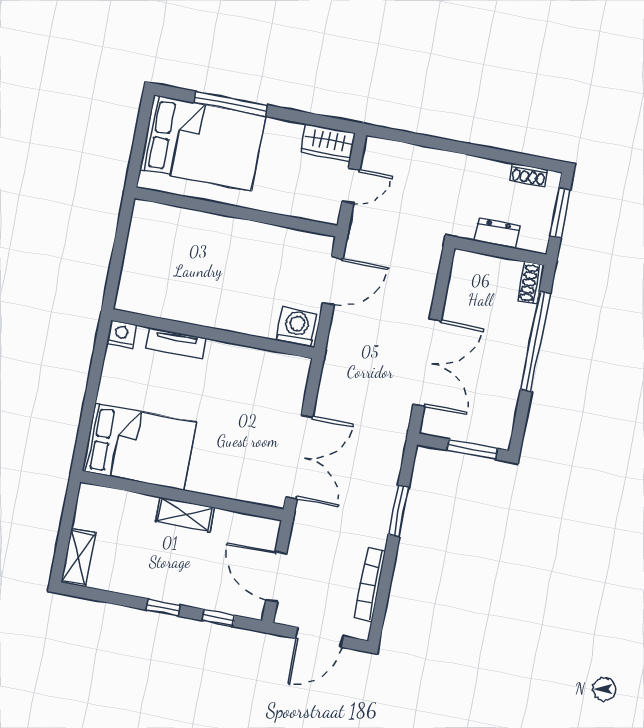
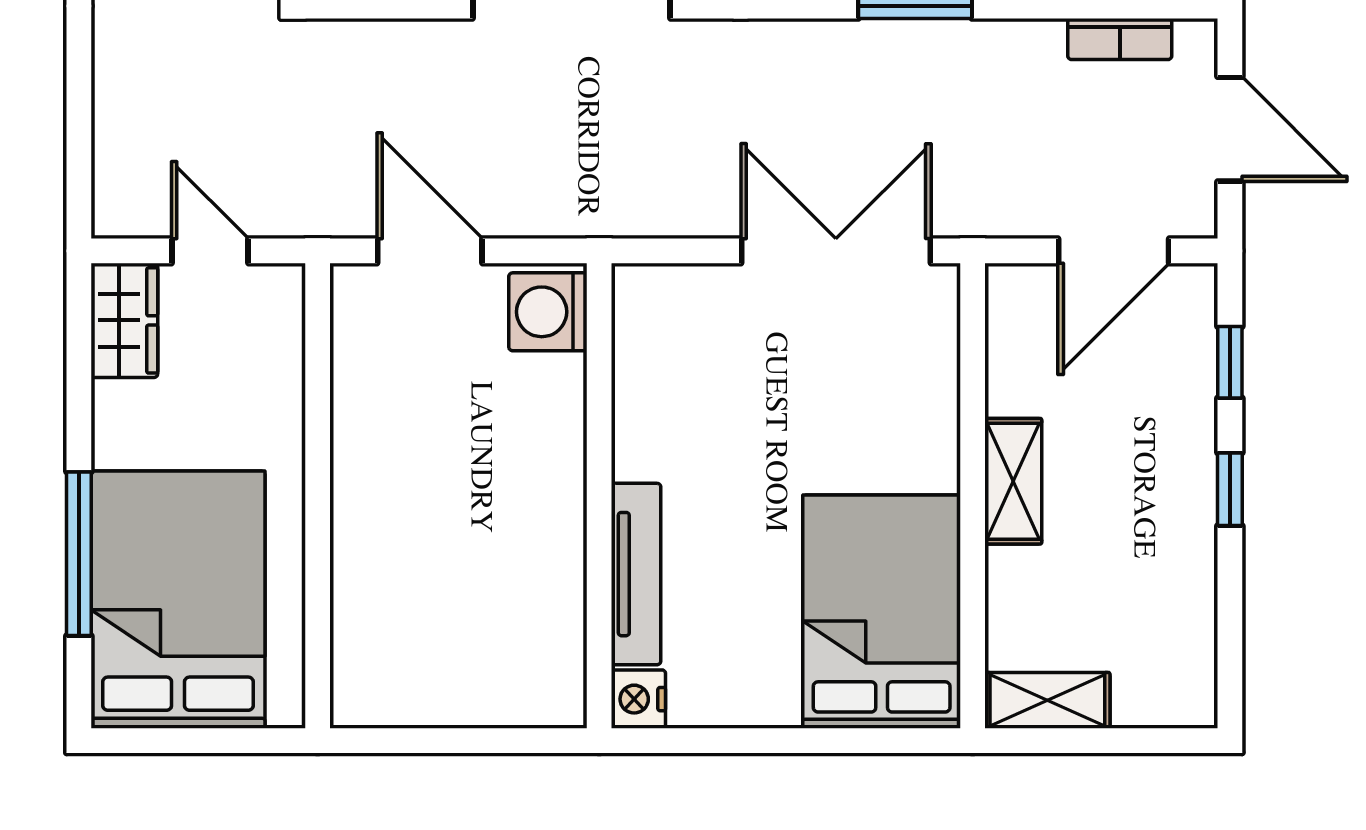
tv unit: (176, 343) -> (636, 574), width x1.41
shelving: (78, 558) -> (1047, 700), moved
bookcase: (370, 584) -> (1120, 39), width x0.64

